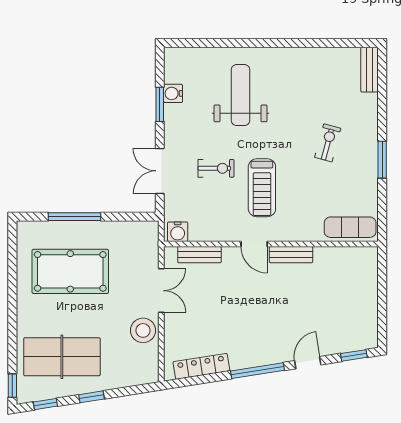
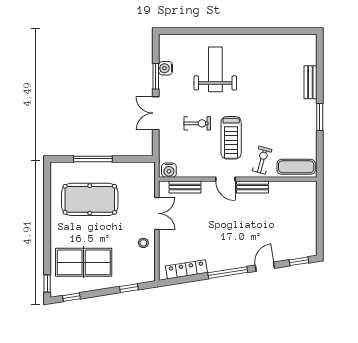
bench: (370, 70) -> (310, 82), moved
exercise bike: (328, 143) -> (262, 160), moved
double door: (160, 171) -> (156, 113), moved
stool: (143, 330) -> (143, 243), width x0.53, depth x0.53
window: (91, 397) -> (129, 288), moved

